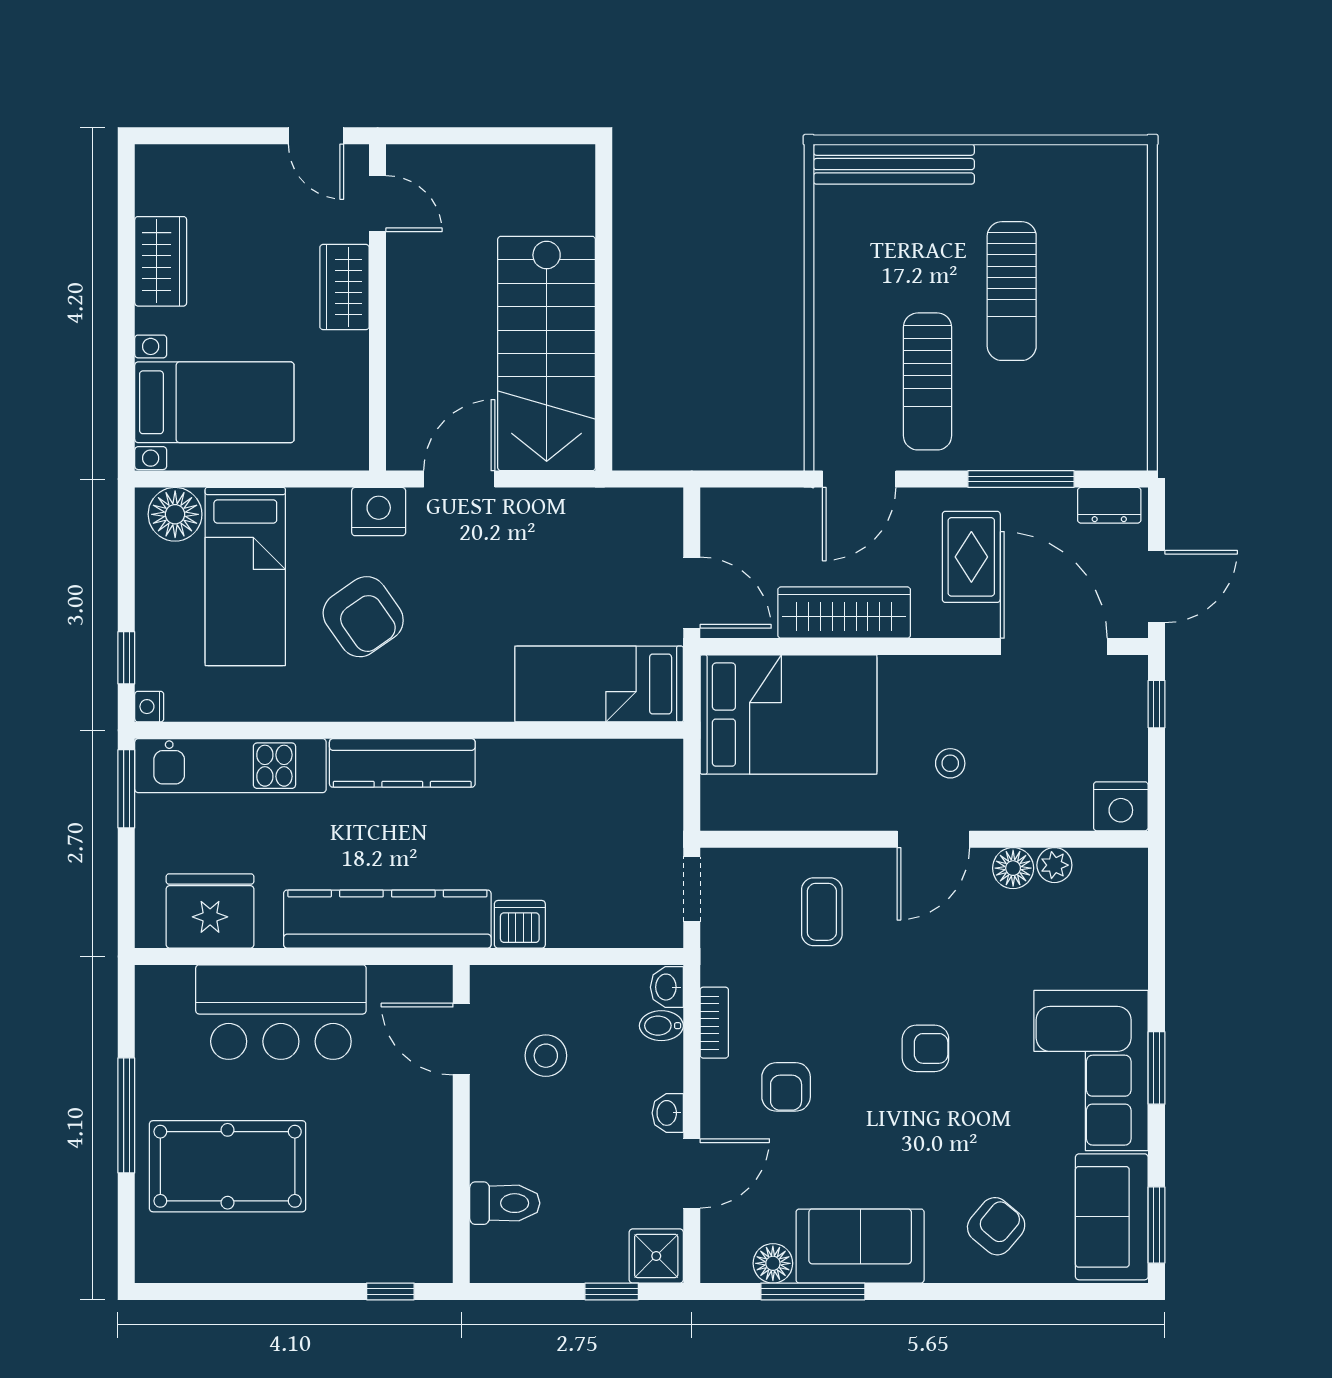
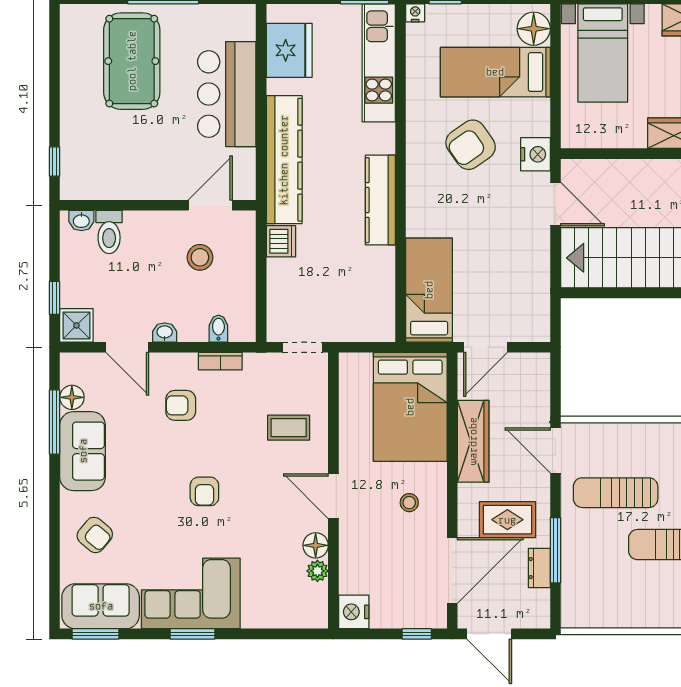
dresser: (1109, 505) -> (539, 568), moved
kitchen counter: (402, 763) -> (380, 200), moved
stool: (950, 763) -> (409, 503), moved
washbasin: (667, 987) -> (81, 221), moved, turned 180

